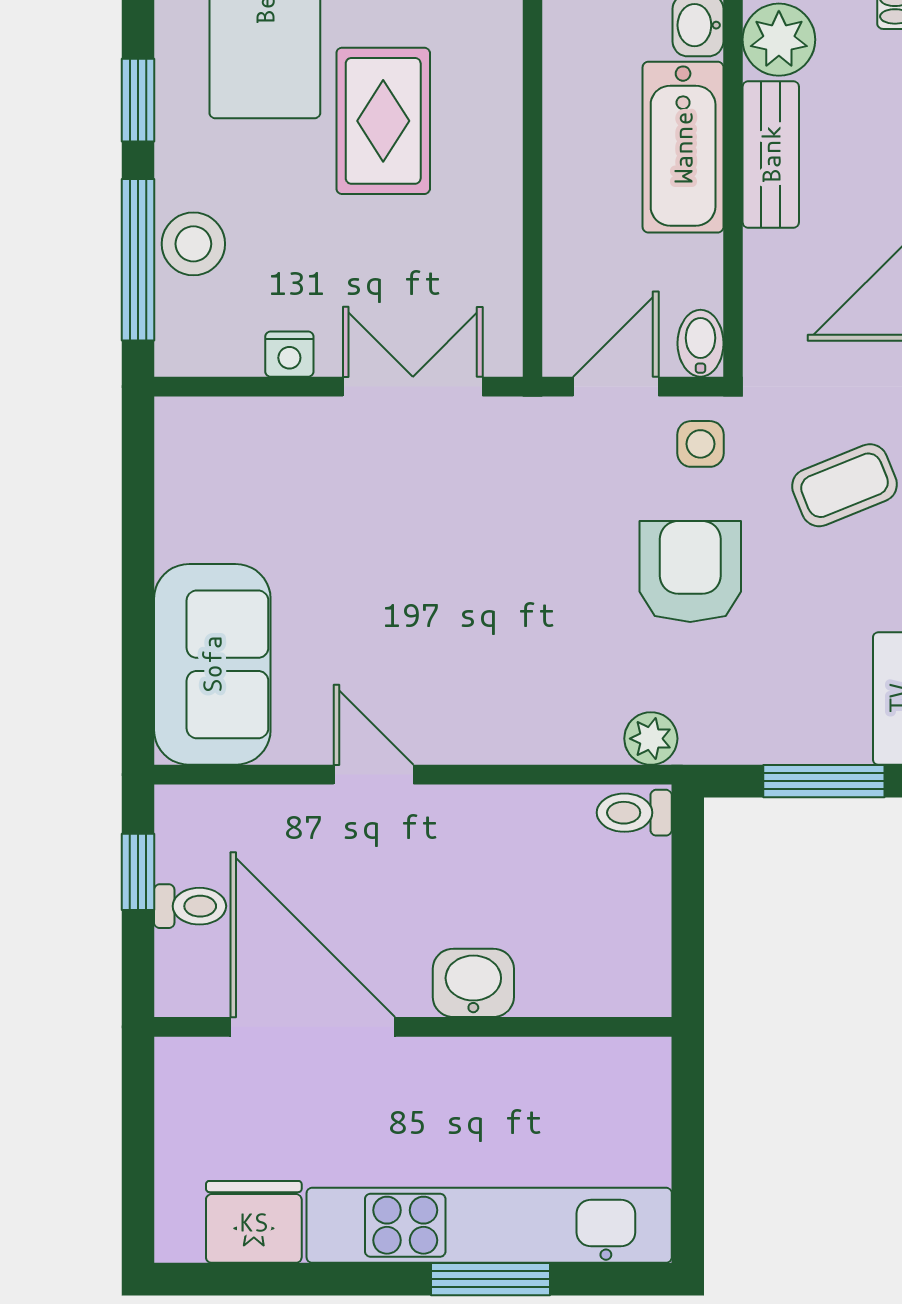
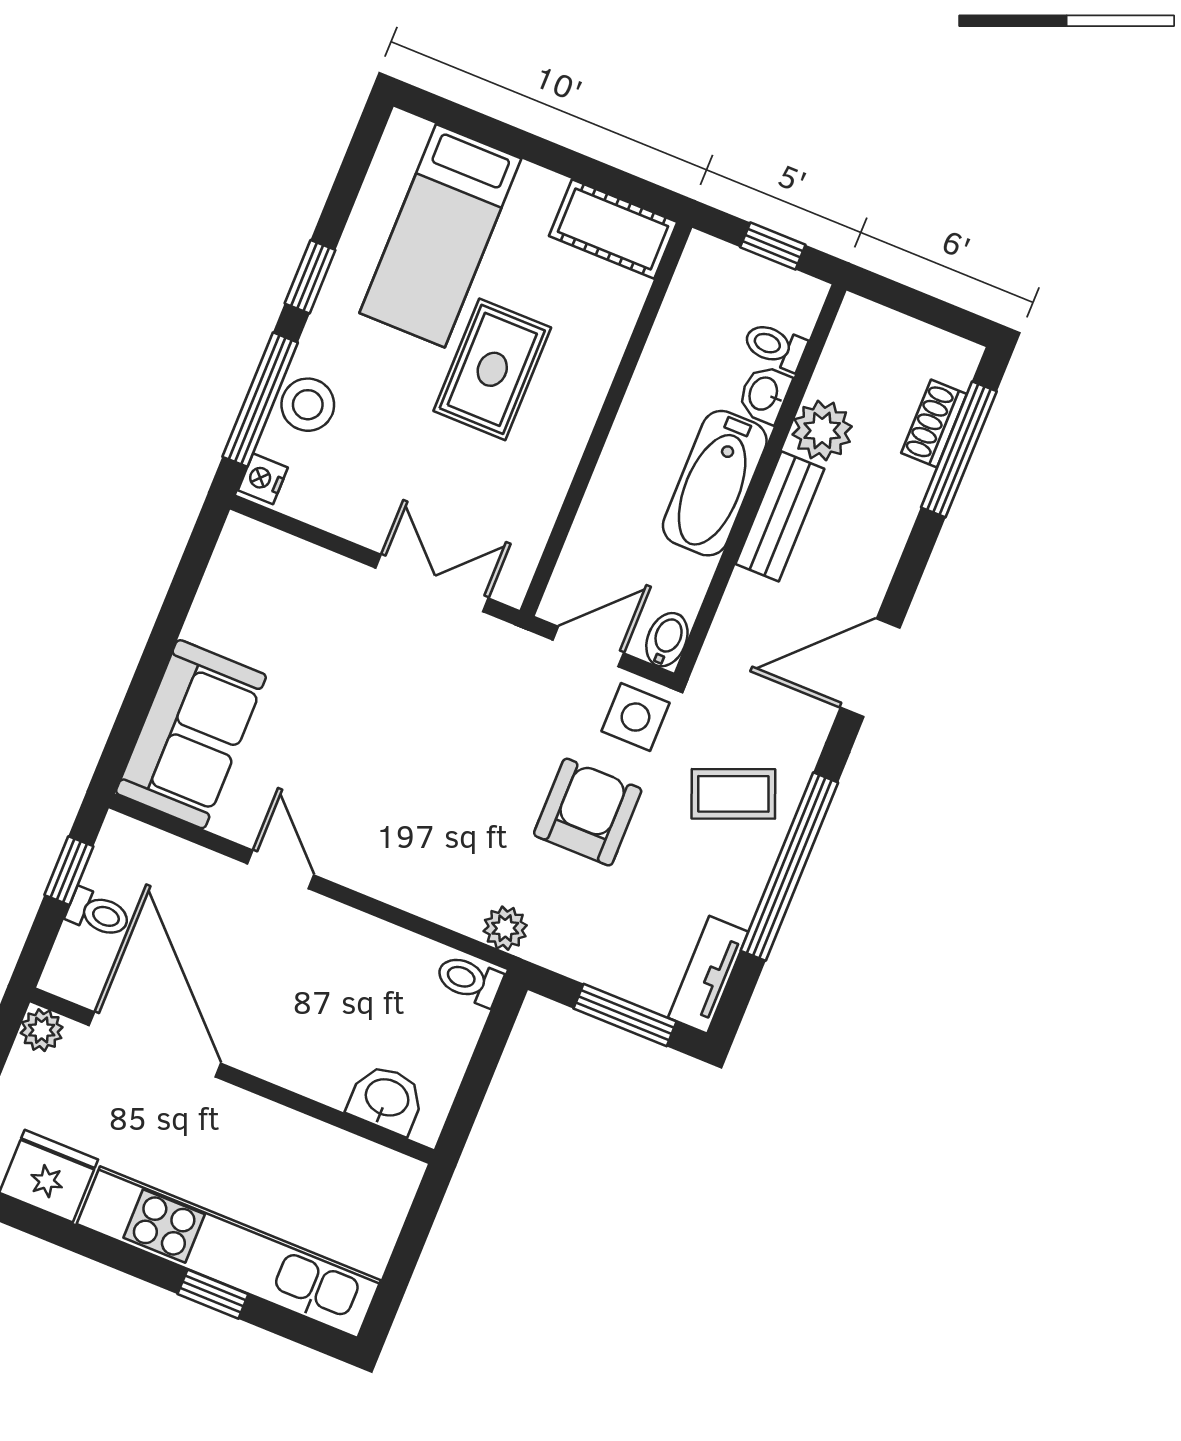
nightstand: (289, 354) -> (263, 479), moved, turned 90
side table: (700, 444) -> (635, 717), width x1.37, depth x1.37
washbasin: (473, 983) -> (386, 1099), moved
plant: (180, 1062) -> (42, 1030), added
window: (491, 1279) -> (213, 1294), width x0.67

